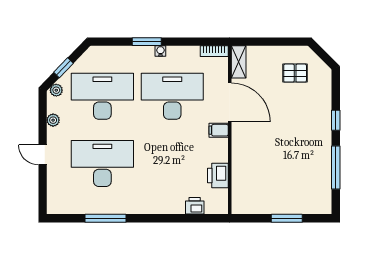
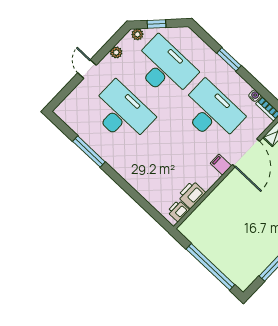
water cooler: (160, 51) -> (255, 96), moved
printer: (195, 206) -> (178, 211), moved, turned -90
window: (287, 218) -> (210, 267), width x2.11

